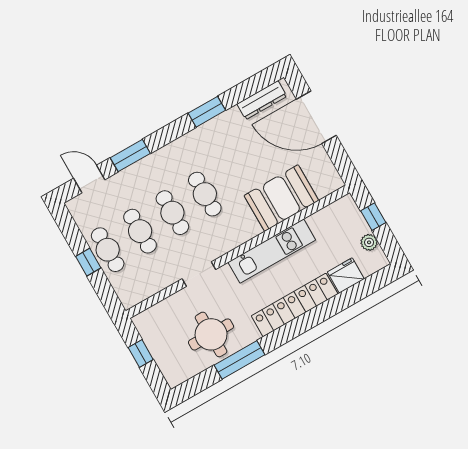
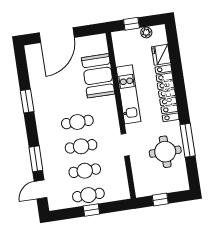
dresser: (262, 100) -> (33, 64), removed

